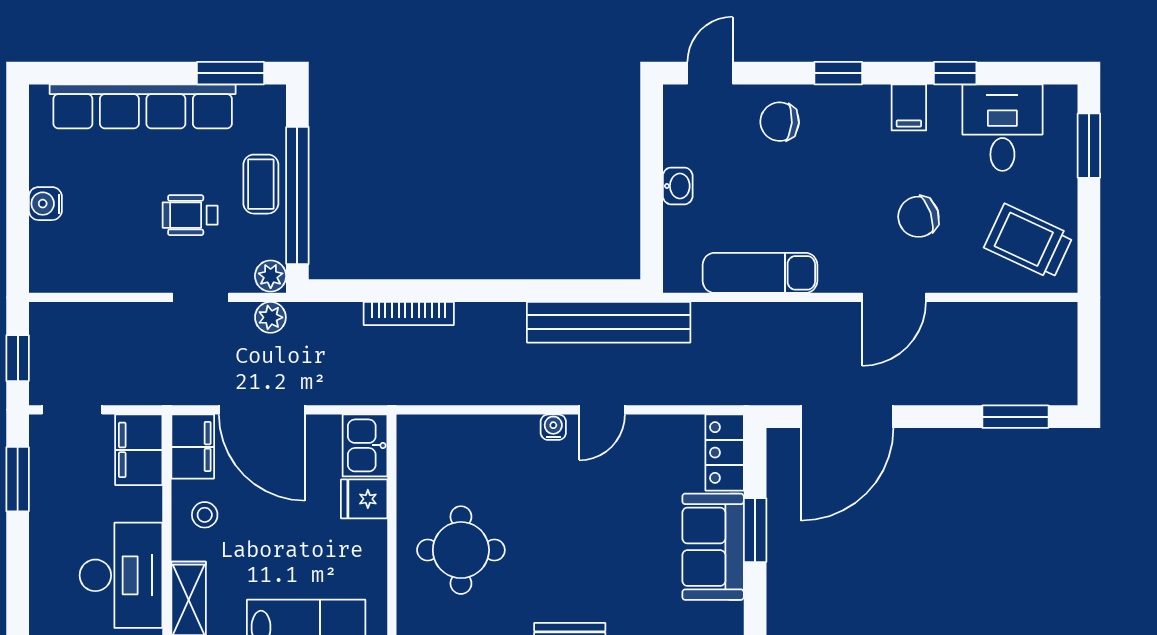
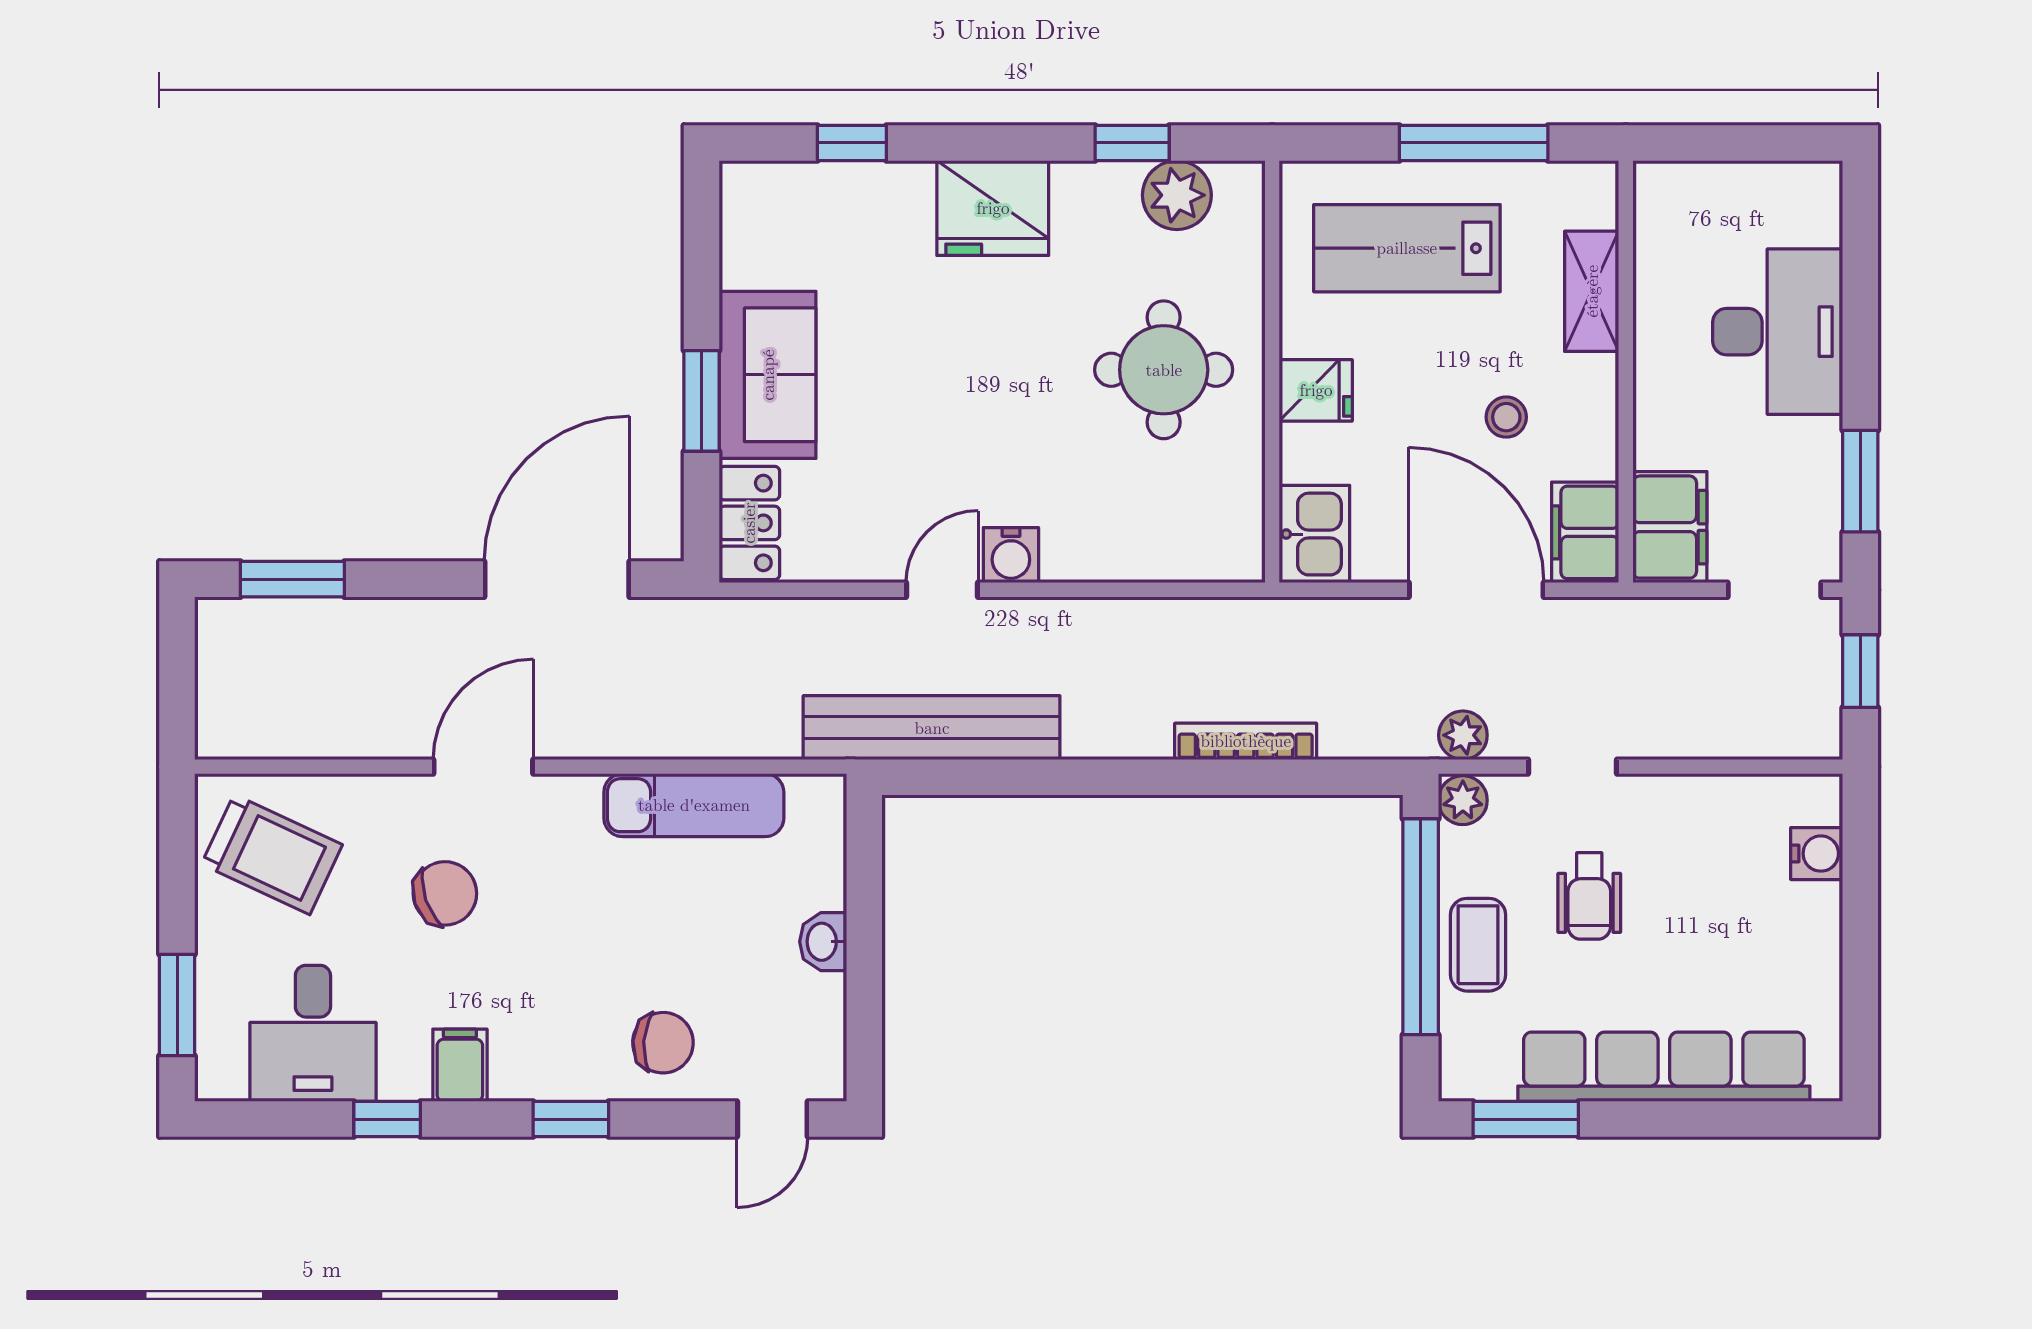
water cooler: (45, 204) -> (1817, 854), moved
wheelchair: (190, 215) -> (1589, 896), turned 90
water cooler: (553, 427) -> (1011, 555), width x1.38, depth x1.38
fridge: (364, 499) -> (1316, 390), moved
stool: (205, 515) -> (1506, 417), moved
desk: (121, 575) -> (1778, 332), moved, turned 180

